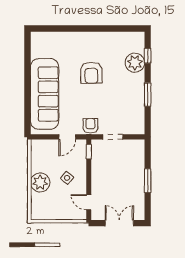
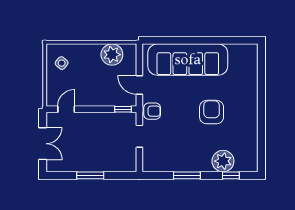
armchair: (91, 73) -> (212, 112), turned 91
side table: (67, 178) -> (62, 63), moved
plant: (40, 182) -> (112, 55), moved

